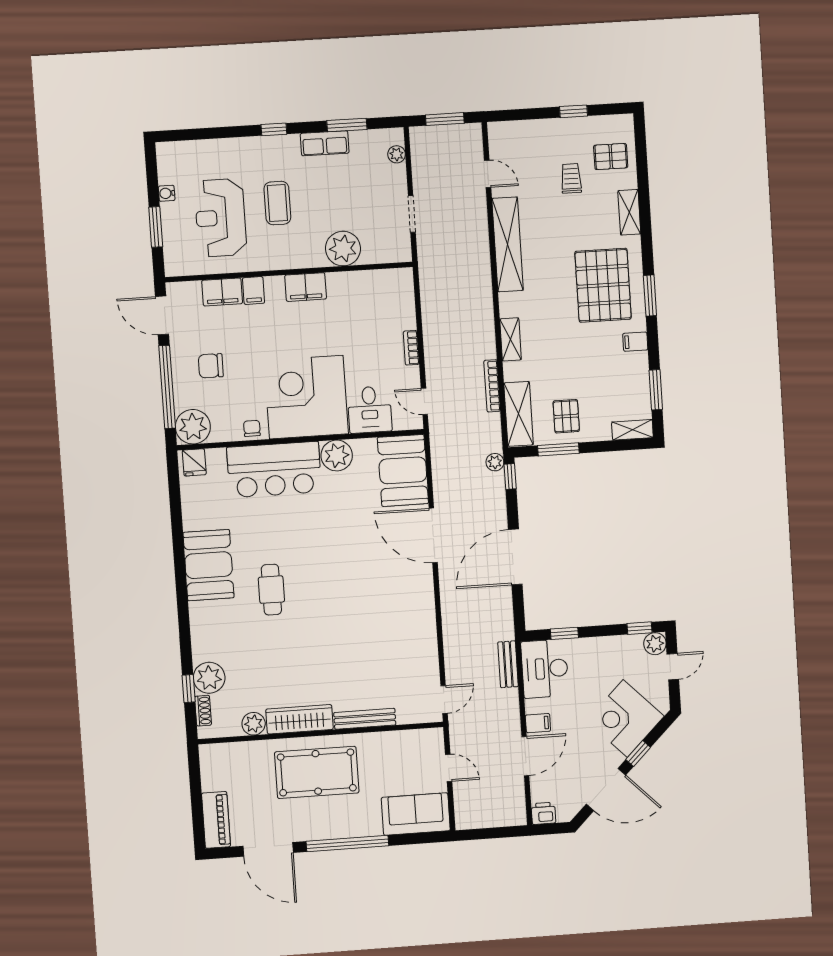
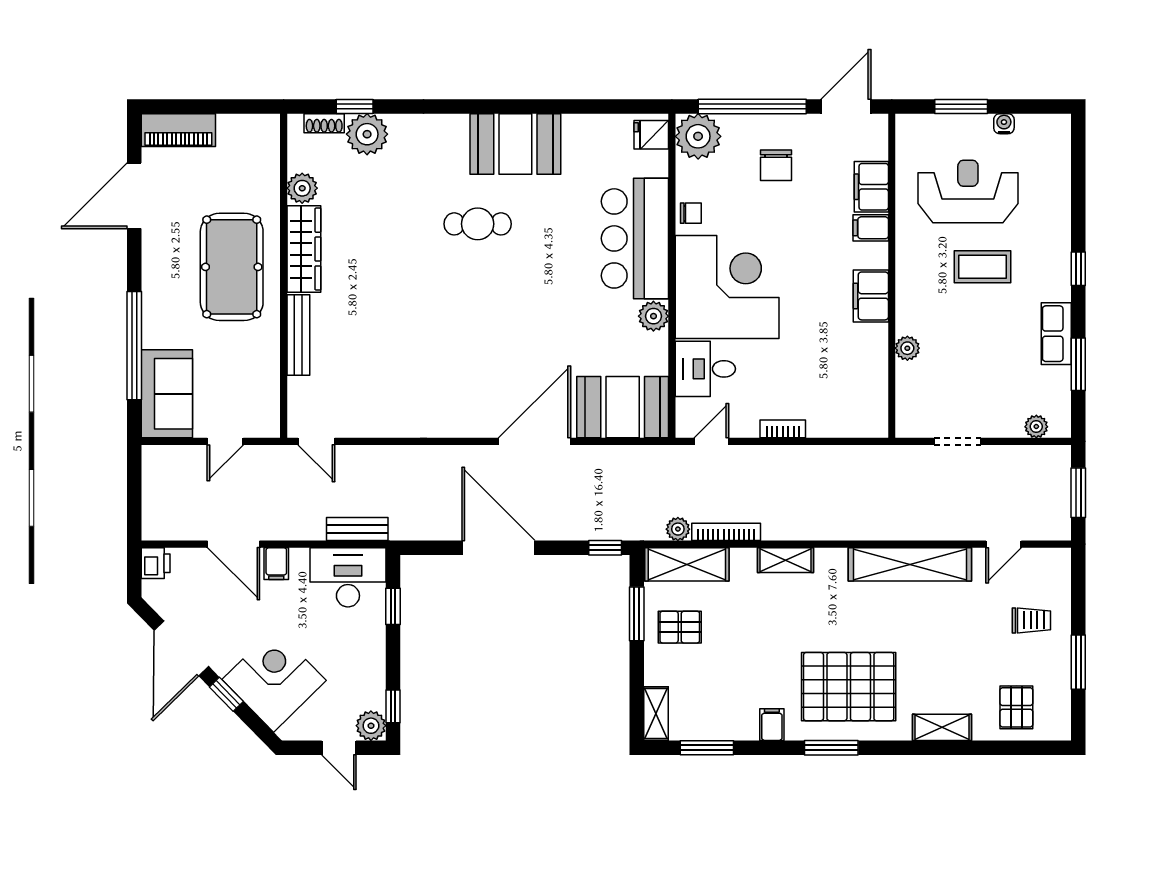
window: (573, 111) -> (1078, 662), width x1.50
trolley: (571, 178) -> (1031, 620), moved
plant: (343, 249) -> (907, 348), width x0.53, depth x0.53
chair: (211, 366) -> (776, 165), turned 180
plant: (337, 455) -> (653, 316), width x0.73, depth x0.73
plant: (495, 462) -> (678, 529), moved
window: (347, 844) -> (134, 346), moved

